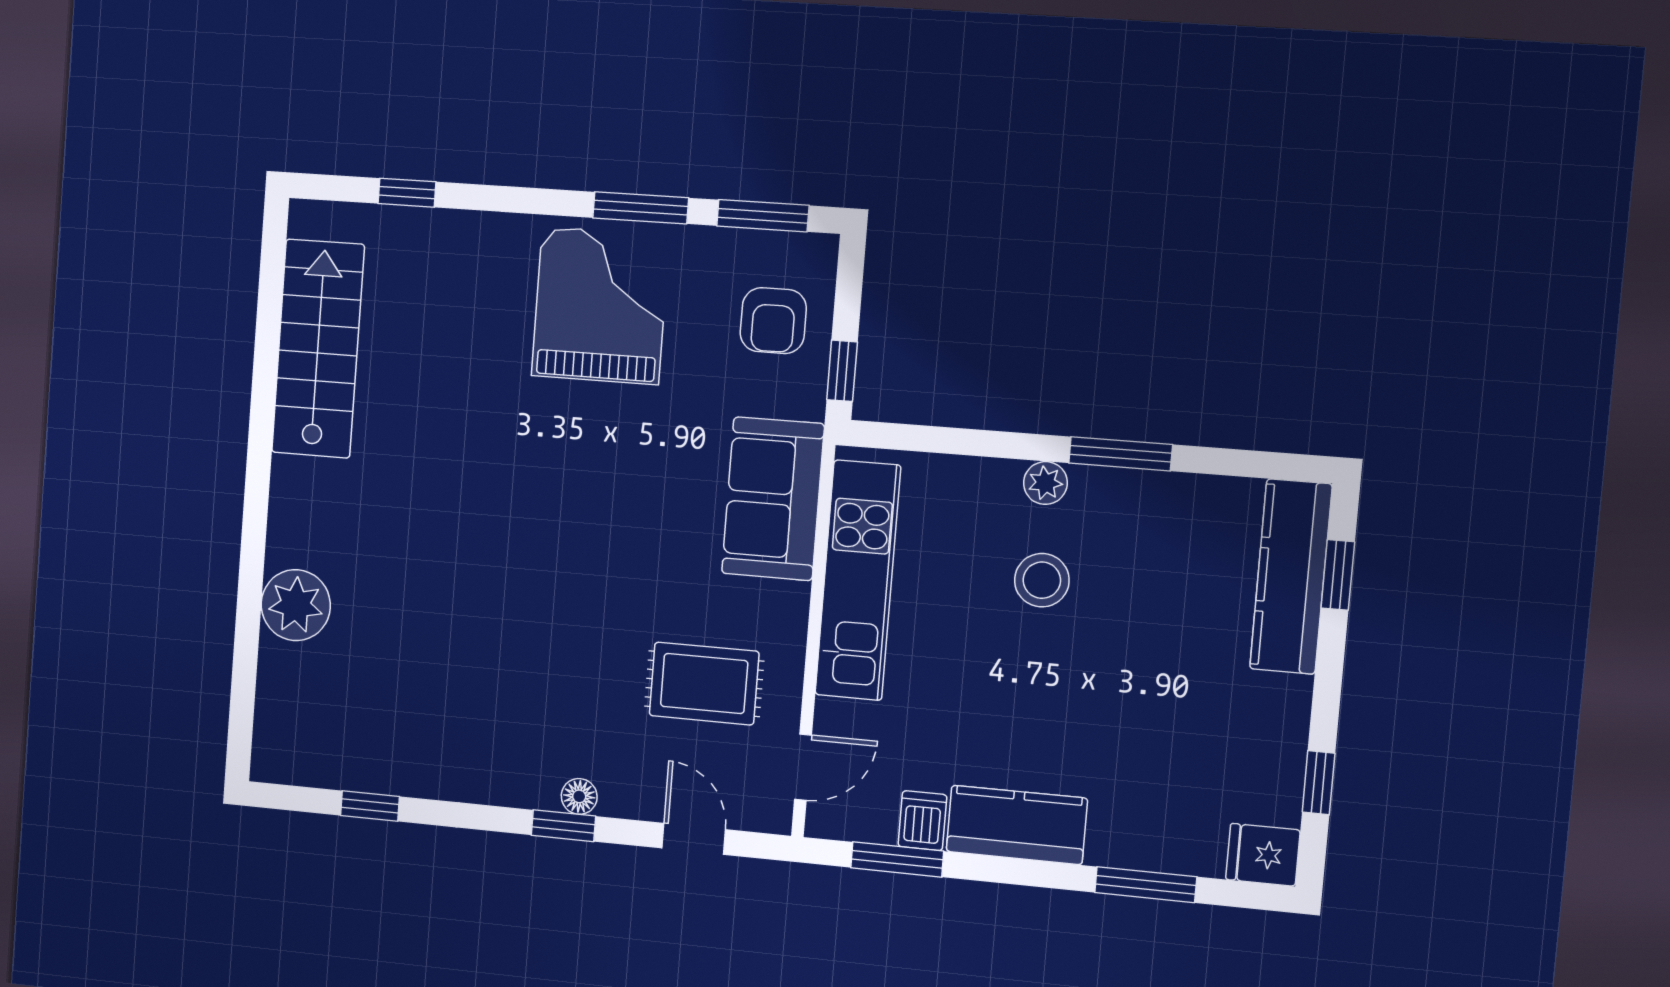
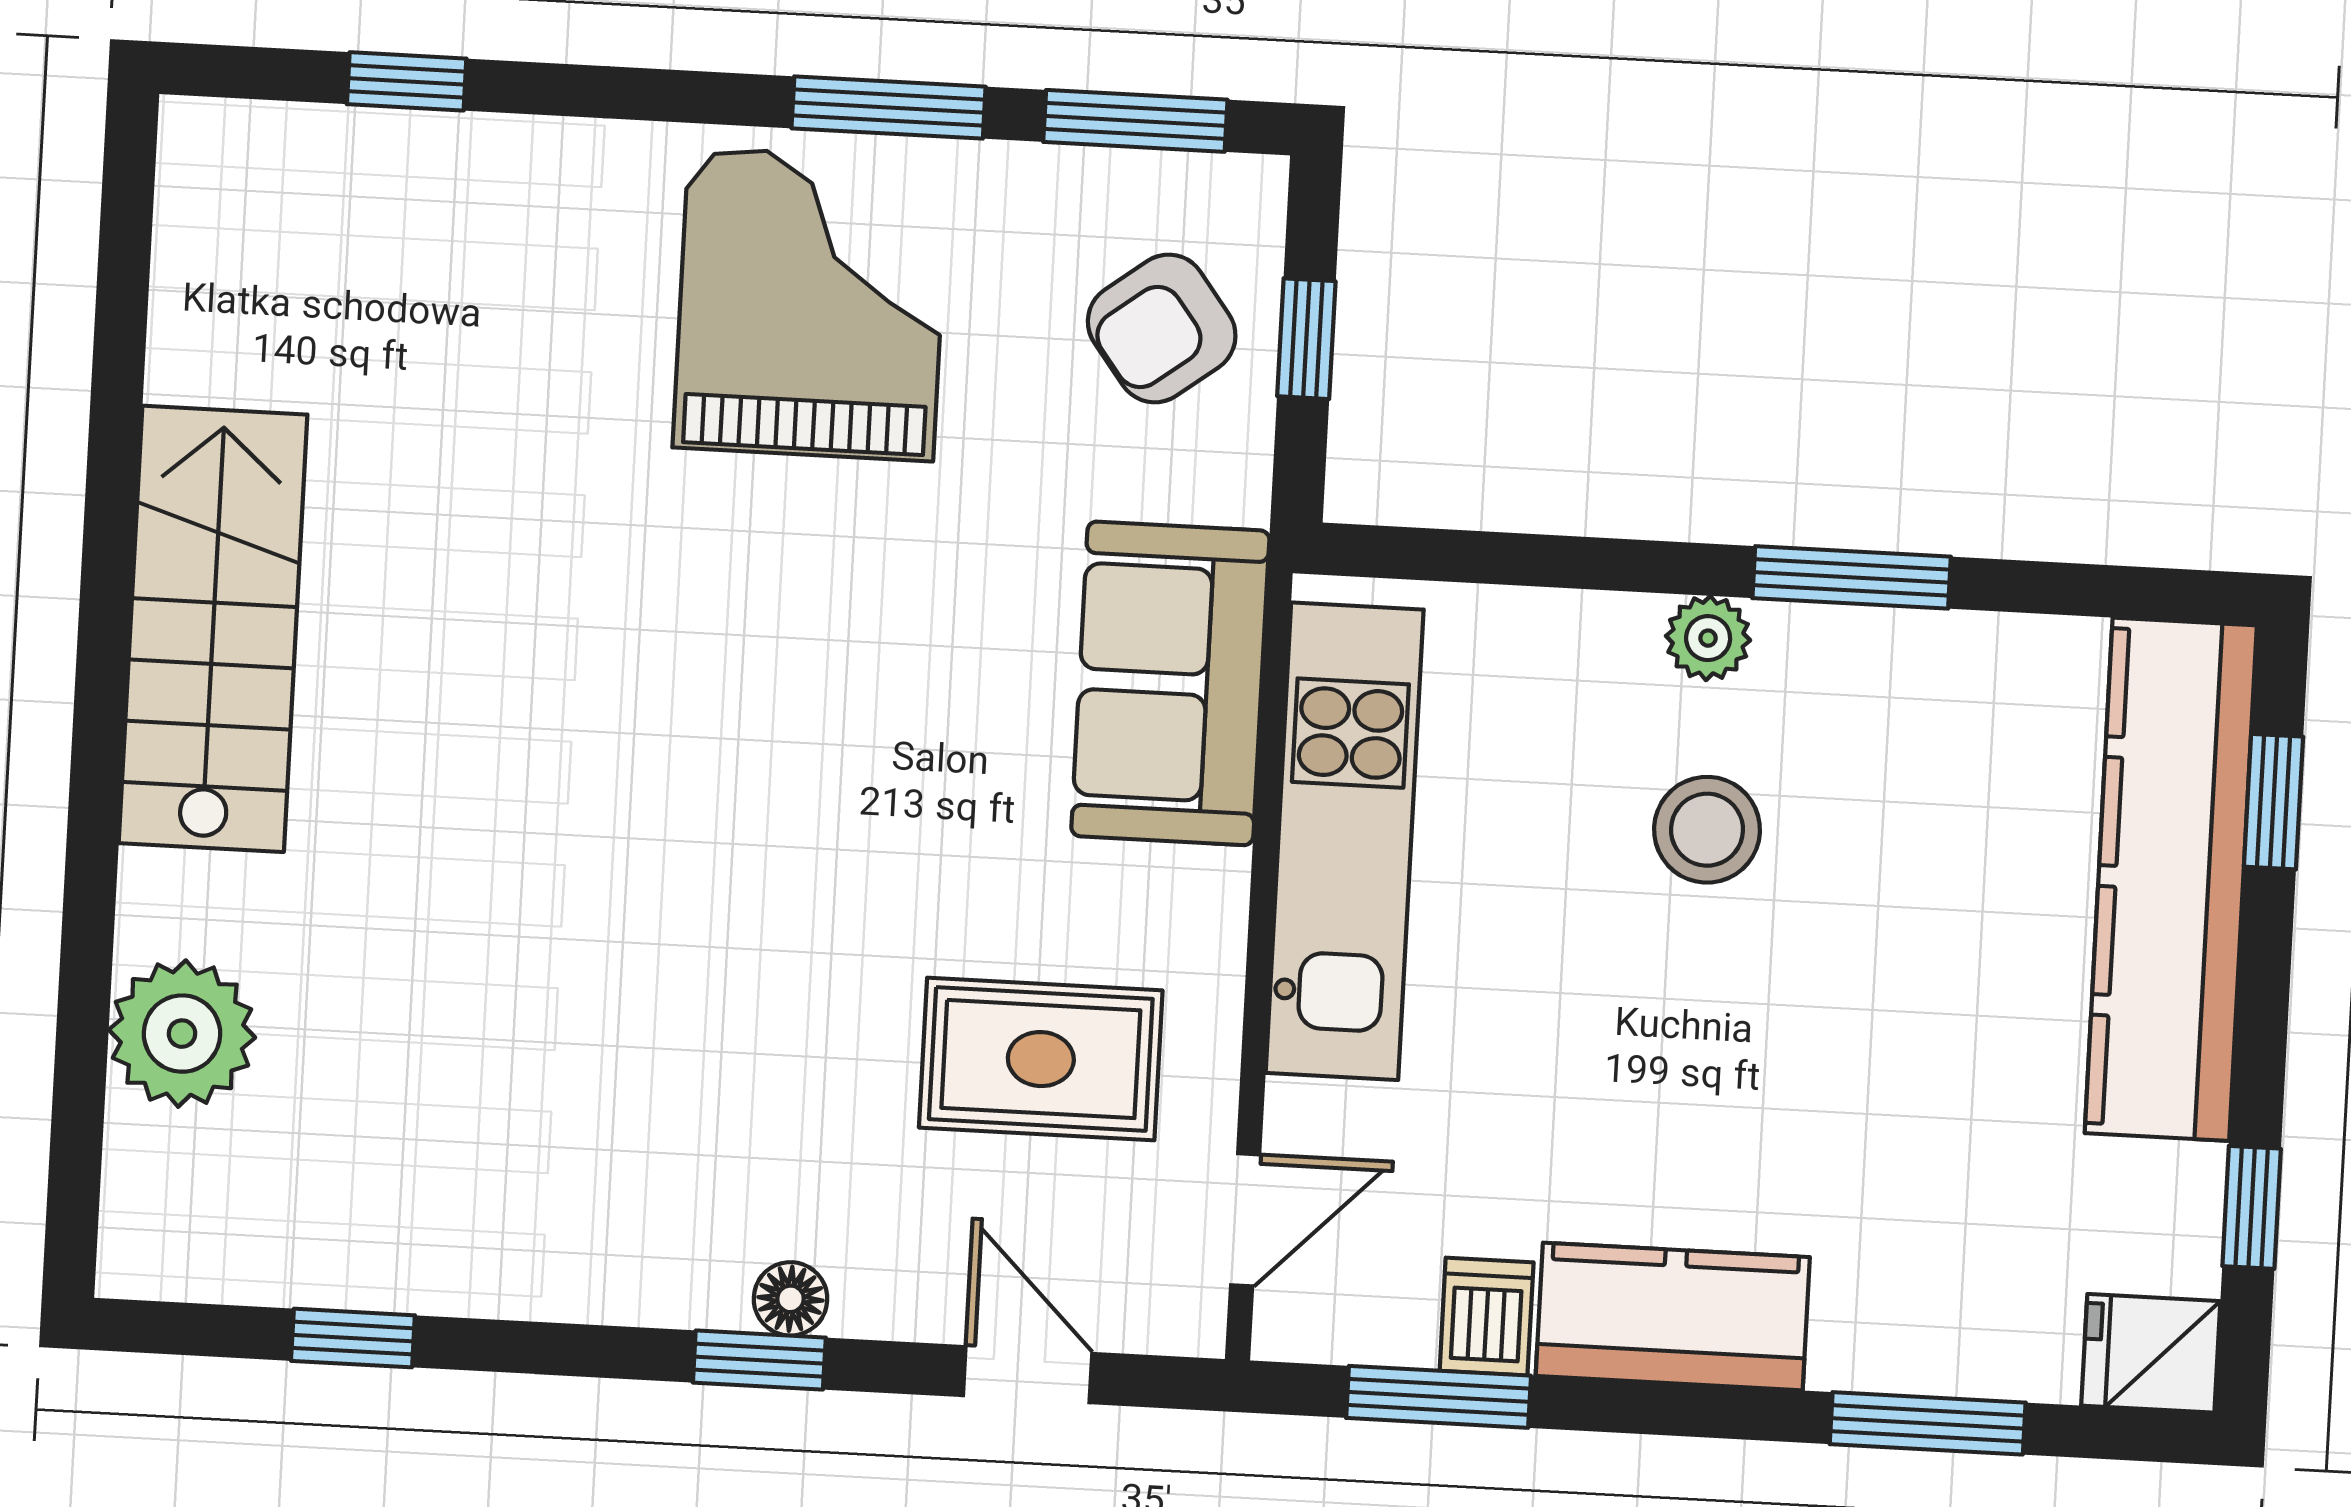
armchair: (773, 321) -> (1162, 328), turned 53
stairs: (318, 349) -> (213, 629), moved
window: (842, 371) -> (1306, 339), moved
kitchen counter: (1291, 577) -> (2171, 879), width x1.39, depth x1.17
plant: (296, 605) -> (182, 1034), moved

